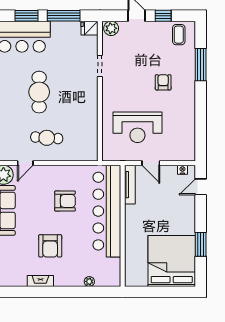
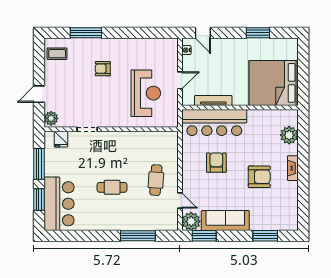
window: (163, 16) -> (39, 69), removed
fridge: (90, 28) -> (61, 139), moved
cafe table: (39, 92) -> (112, 187), width x0.73, depth x0.74
tv unit: (130, 185) -> (213, 101), moved
bar counter: (107, 211) -> (214, 123), width x0.73
bed: (172, 261) -> (274, 83), moved
fireplace: (40, 281) -> (293, 168), moved
plant: (89, 281) -> (289, 135), width x1.87, depth x1.87

